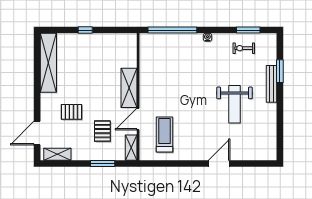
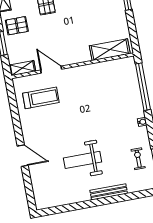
window: (280, 71) -> (122, 198), removed
shelving: (129, 88) -> (110, 50), moved
pallet: (102, 131) -> (17, 26), moved

